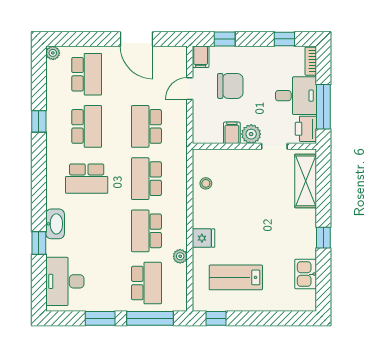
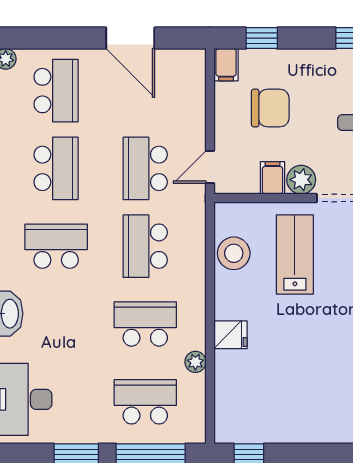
door: (190, 89) -> (210, 167), moved
school desk: (87, 179) -> (56, 246), turned 180
stool: (206, 183) -> (234, 253), width x1.89, depth x1.89
school desk: (146, 231) -> (145, 324), turned 90
lab bench: (236, 277) -> (295, 255), moved, turned 90
school desk: (146, 283) -> (145, 402), turned -90

